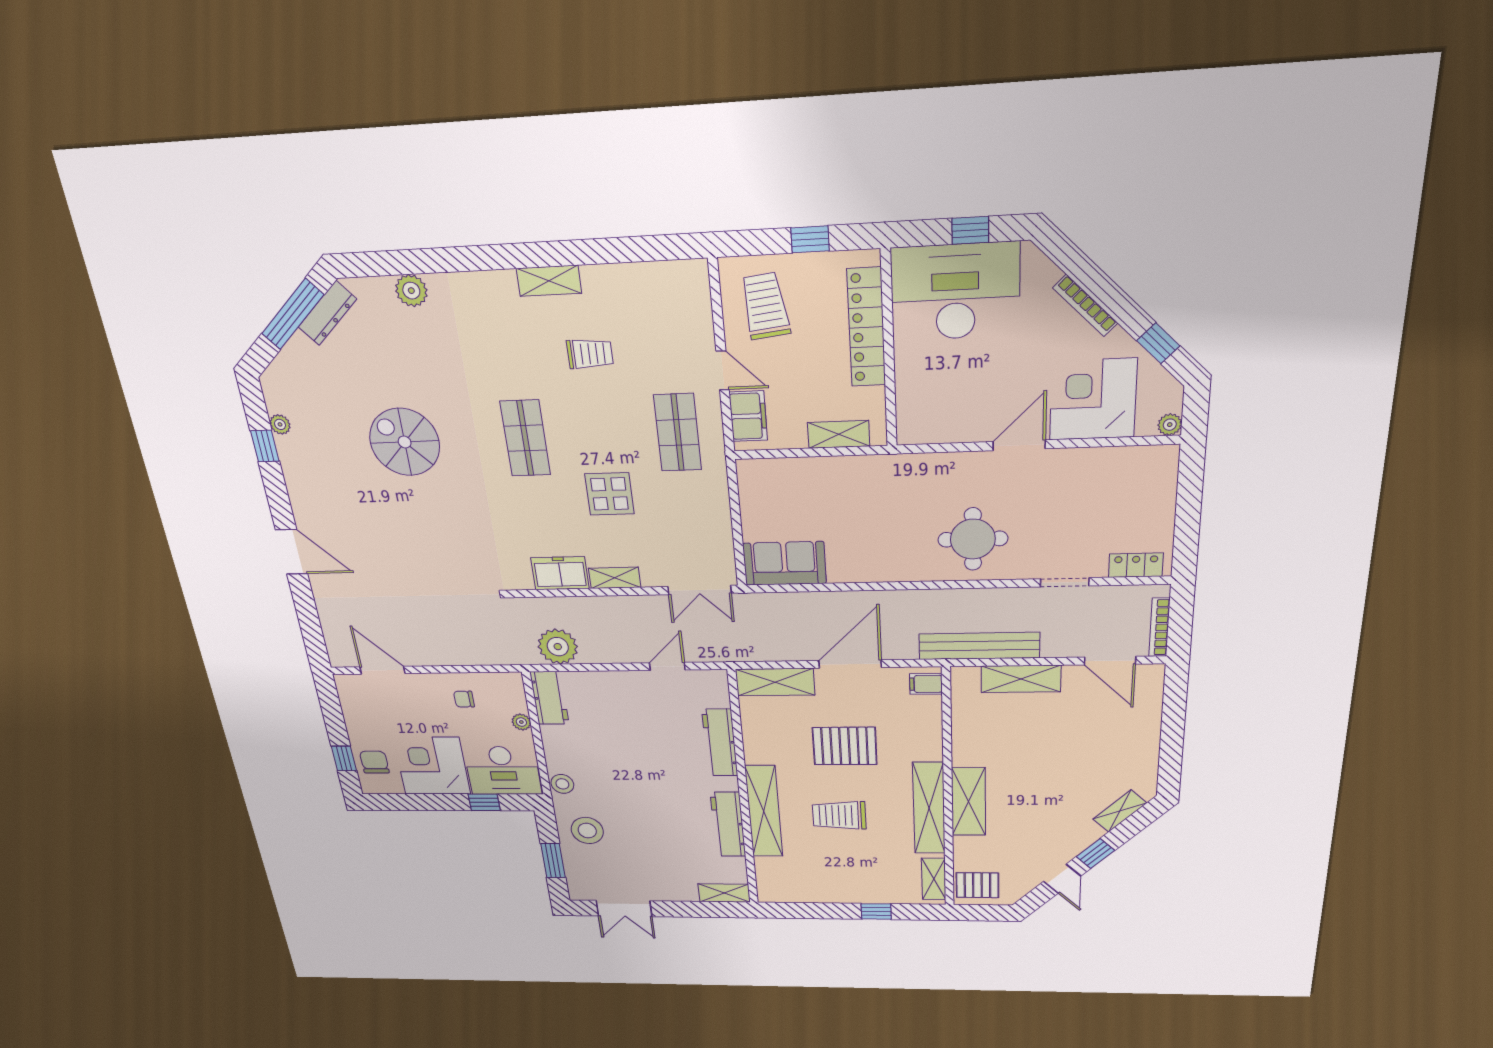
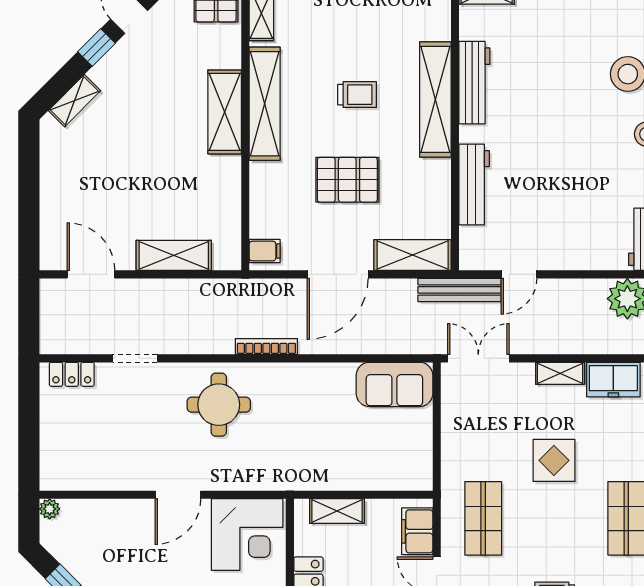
corner desk: (1093, 399) -> (247, 534), moved
bookcase: (1159, 627) -> (266, 346), moved, turned -90
bench: (979, 646) -> (459, 290), moved, width x0.73, depth x0.82
trolley: (839, 815) -> (357, 95), width x0.73, depth x0.72

